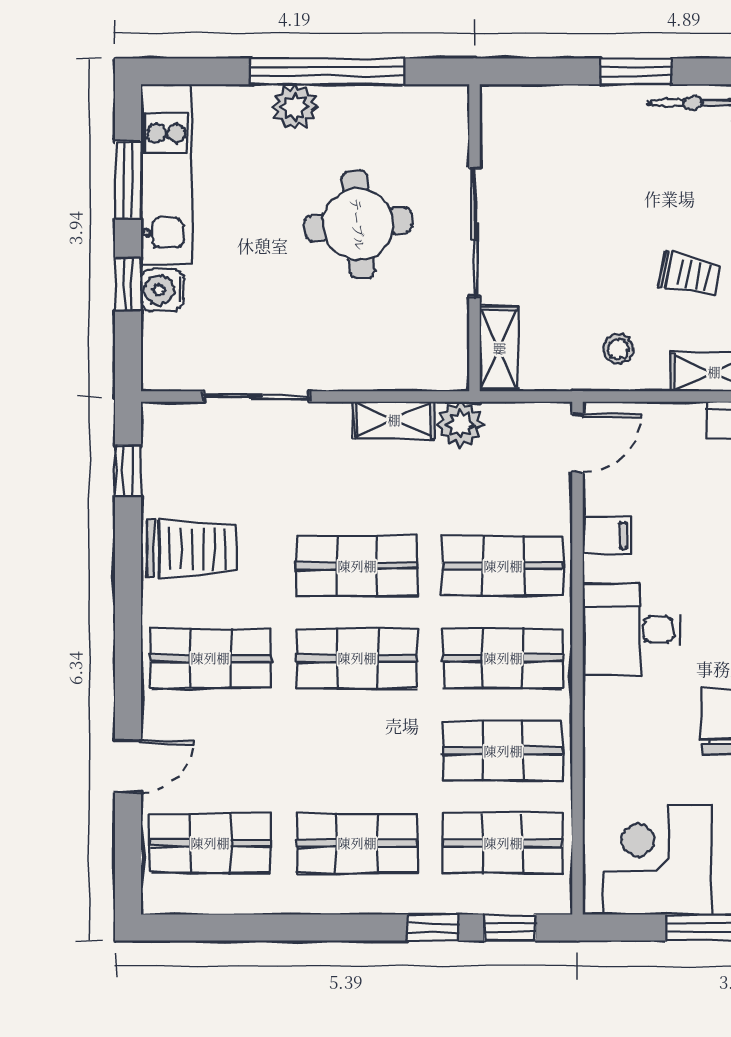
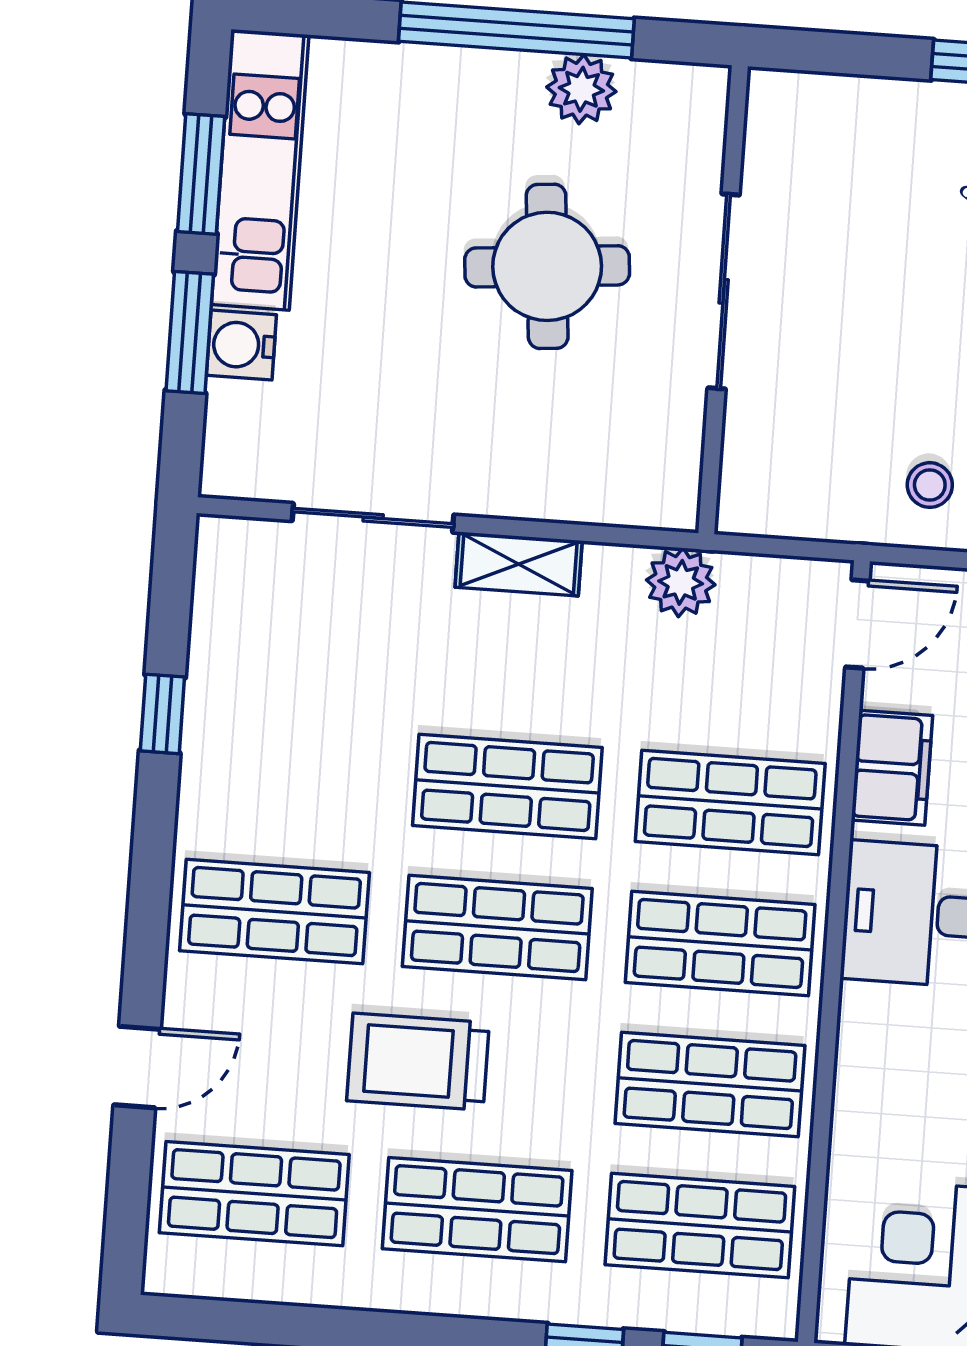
plant: (295, 107) -> (581, 89), moved
window: (128, 284) -> (190, 333), width x1.50
shelving: (499, 349) -> (748, 471), removed
shelving: (394, 420) -> (519, 564), moved
window: (128, 471) -> (162, 714), moved
filing cabinet: (607, 535) -> (892, 768), width x2.00
trolley: (192, 549) -> (418, 1062), moved, turned 180

